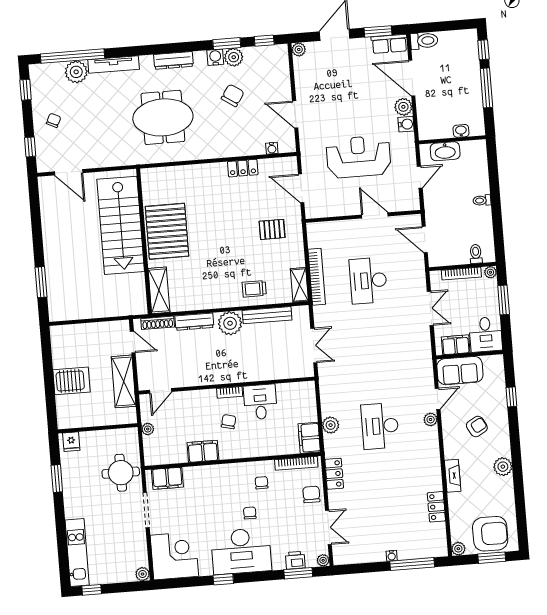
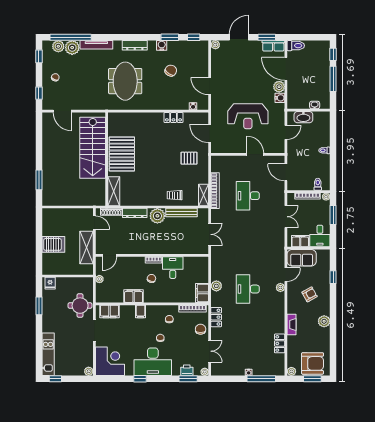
plant: (234, 57) -> (58, 46), moved
meeting table: (163, 117) -> (125, 81), turned 90
reception desk: (358, 157) -> (248, 116), turned 180
filing cabinet: (216, 474) -> (141, 311), added

